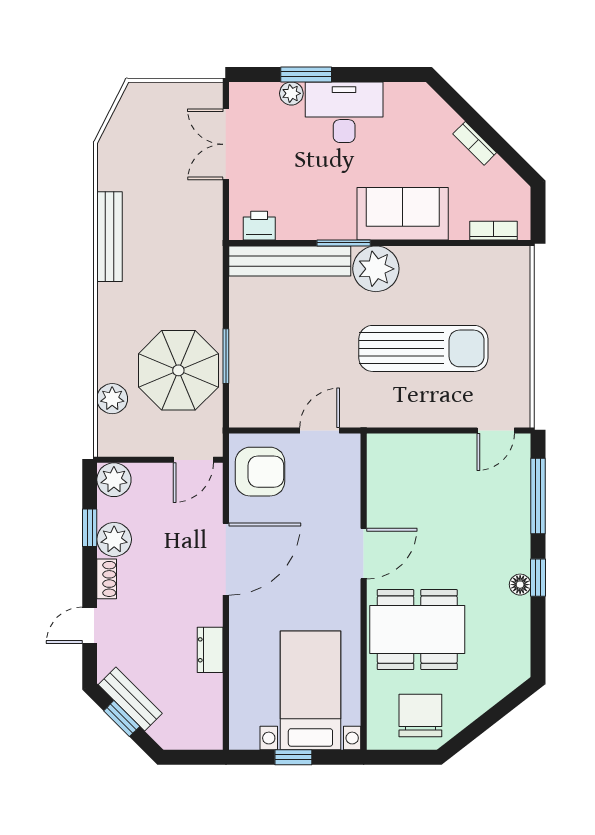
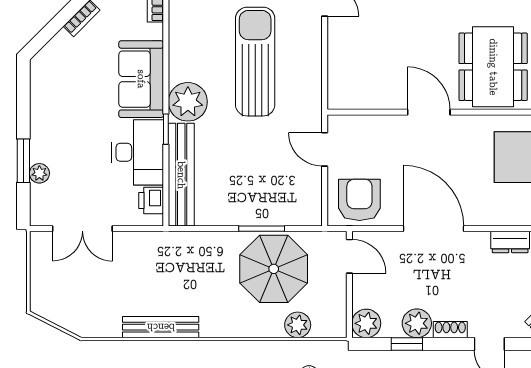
desk: (344, 112) -> (138, 152), moved, turned 180
window: (344, 243) -> (166, 129), width x0.67

